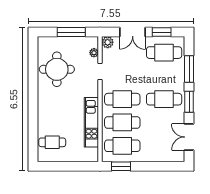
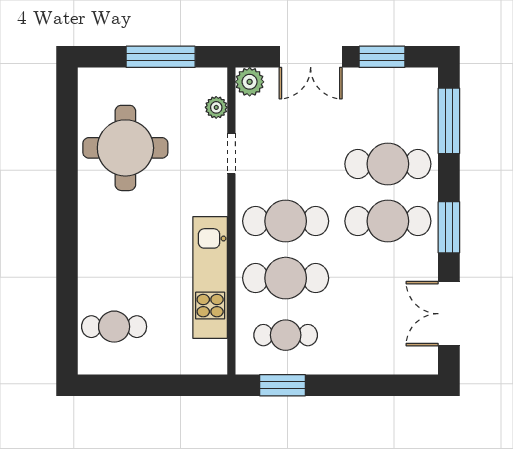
cafe table: (164, 53) -> (388, 164), moved
window: (189, 69) -> (449, 121), moved
cafe table: (122, 146) -> (286, 335), width x0.73, depth x0.74

